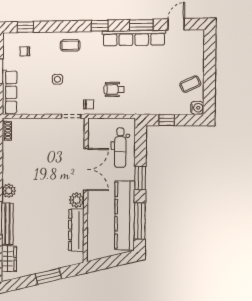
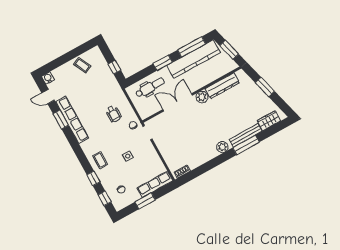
window: (100, 26) -> (93, 178), moved
water cooler: (197, 108) -> (48, 78), moved
window: (112, 261) -> (229, 50), added

